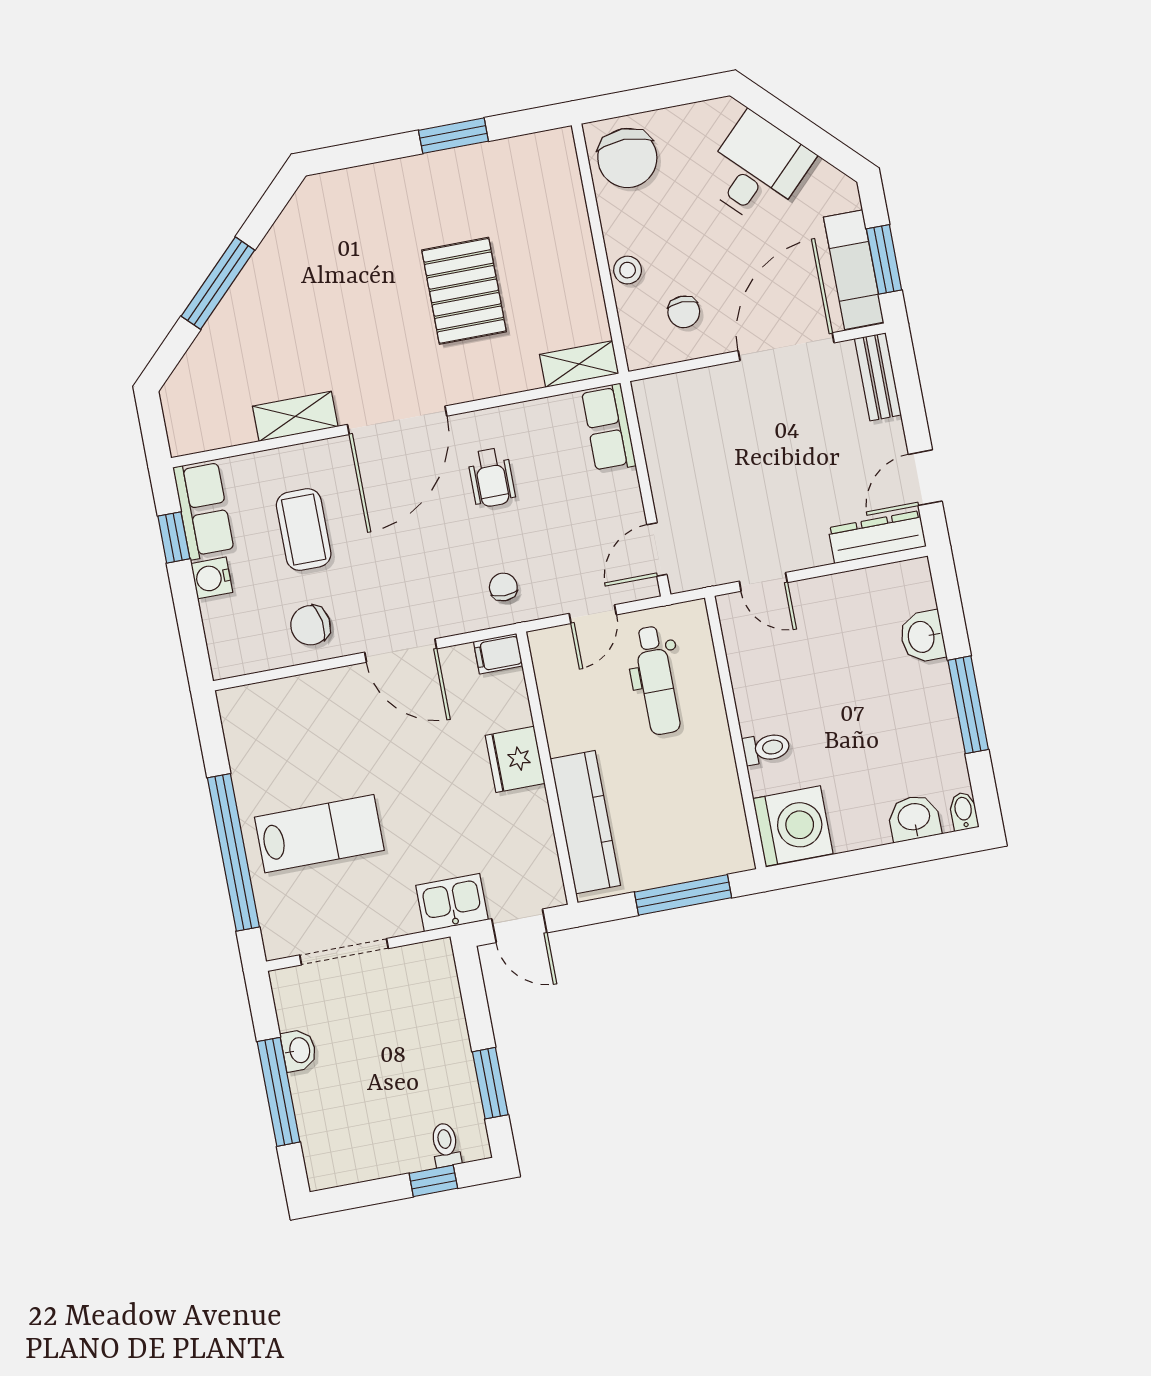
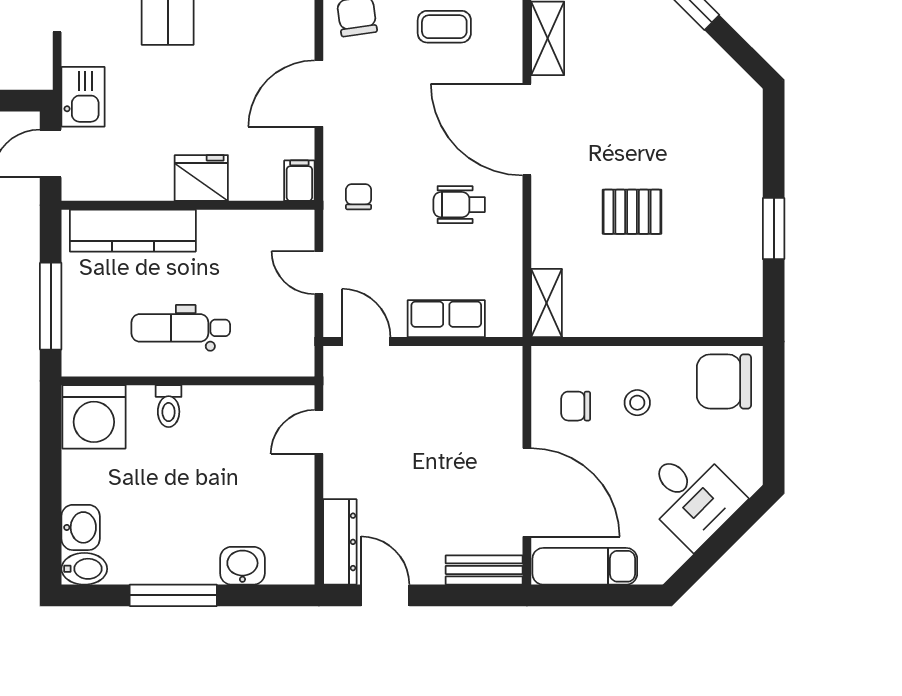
window: (884, 259) -> (589, 595), removed
stool: (628, 270) -> (637, 403), moved
pallet: (464, 291) -> (632, 212), width x0.67, depth x0.71
row of seats: (609, 428) -> (446, 319), moved
coffee table: (304, 530) -> (444, 27), width x0.73, depth x0.77
chair: (503, 587) -> (359, 197), turned -90
dental chair: (657, 680) -> (181, 328), moved
bidet: (964, 811) -> (84, 569), width x1.38, depth x1.36

